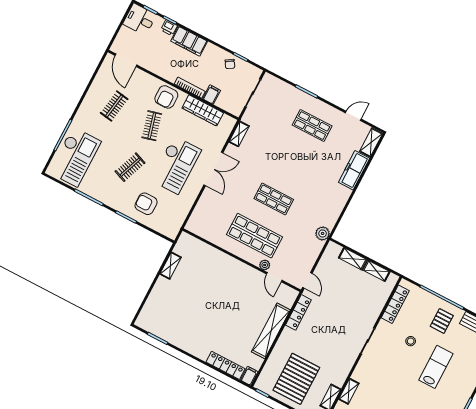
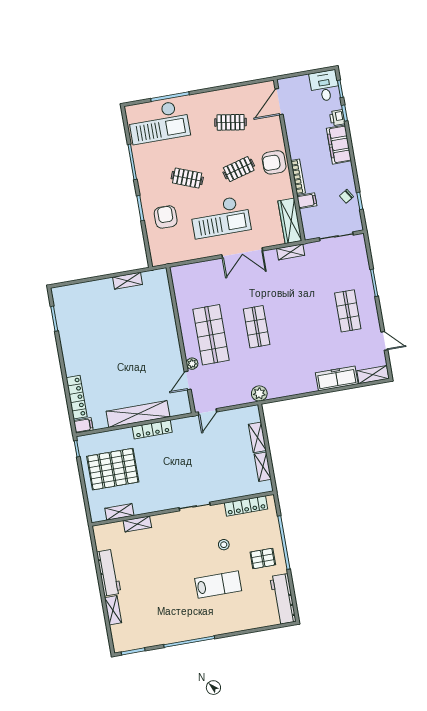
wardrobe: (203, 110) -> (290, 221), moved
locker: (298, 312) -> (152, 429), moved

